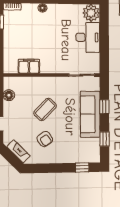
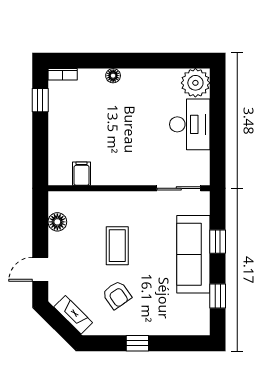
filing cabinet: (29, 66) -> (82, 174), width x0.50
coffee table: (45, 109) -> (117, 246), turned -44
window: (82, 167) -> (137, 343), moved

